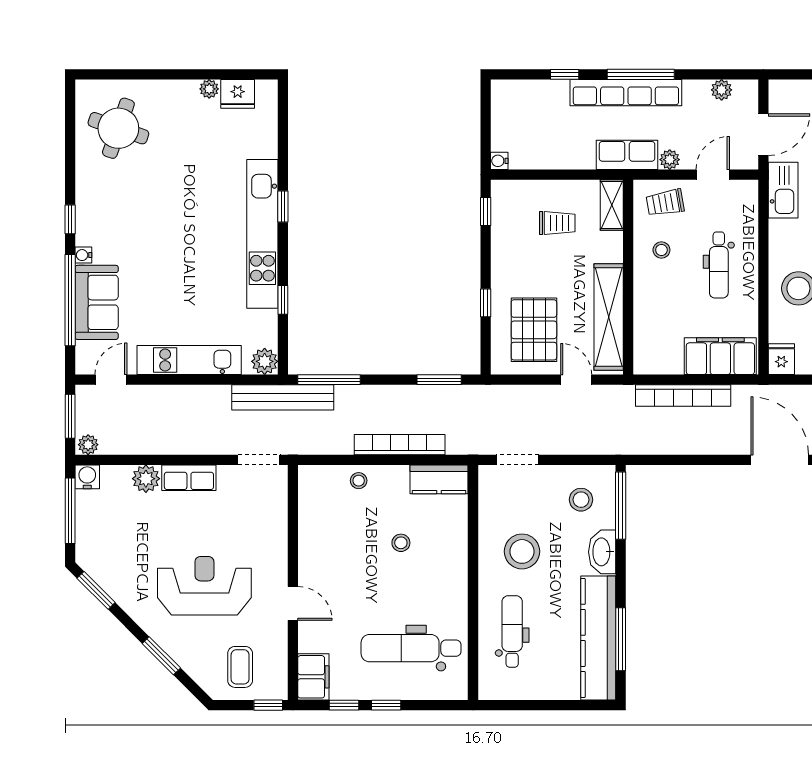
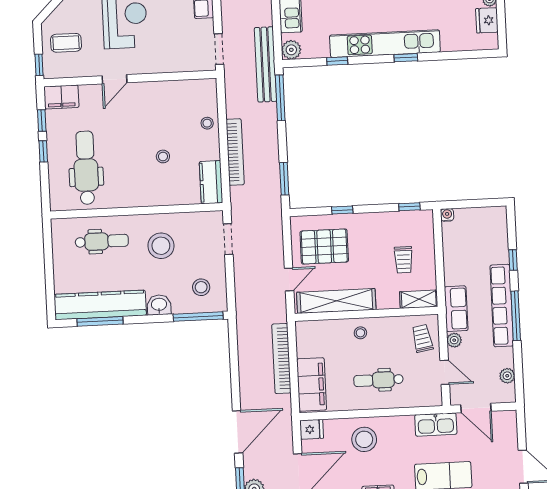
stool: (661, 250) -> (360, 333), moved
washbasin: (602, 552) -> (159, 305), width x0.72

